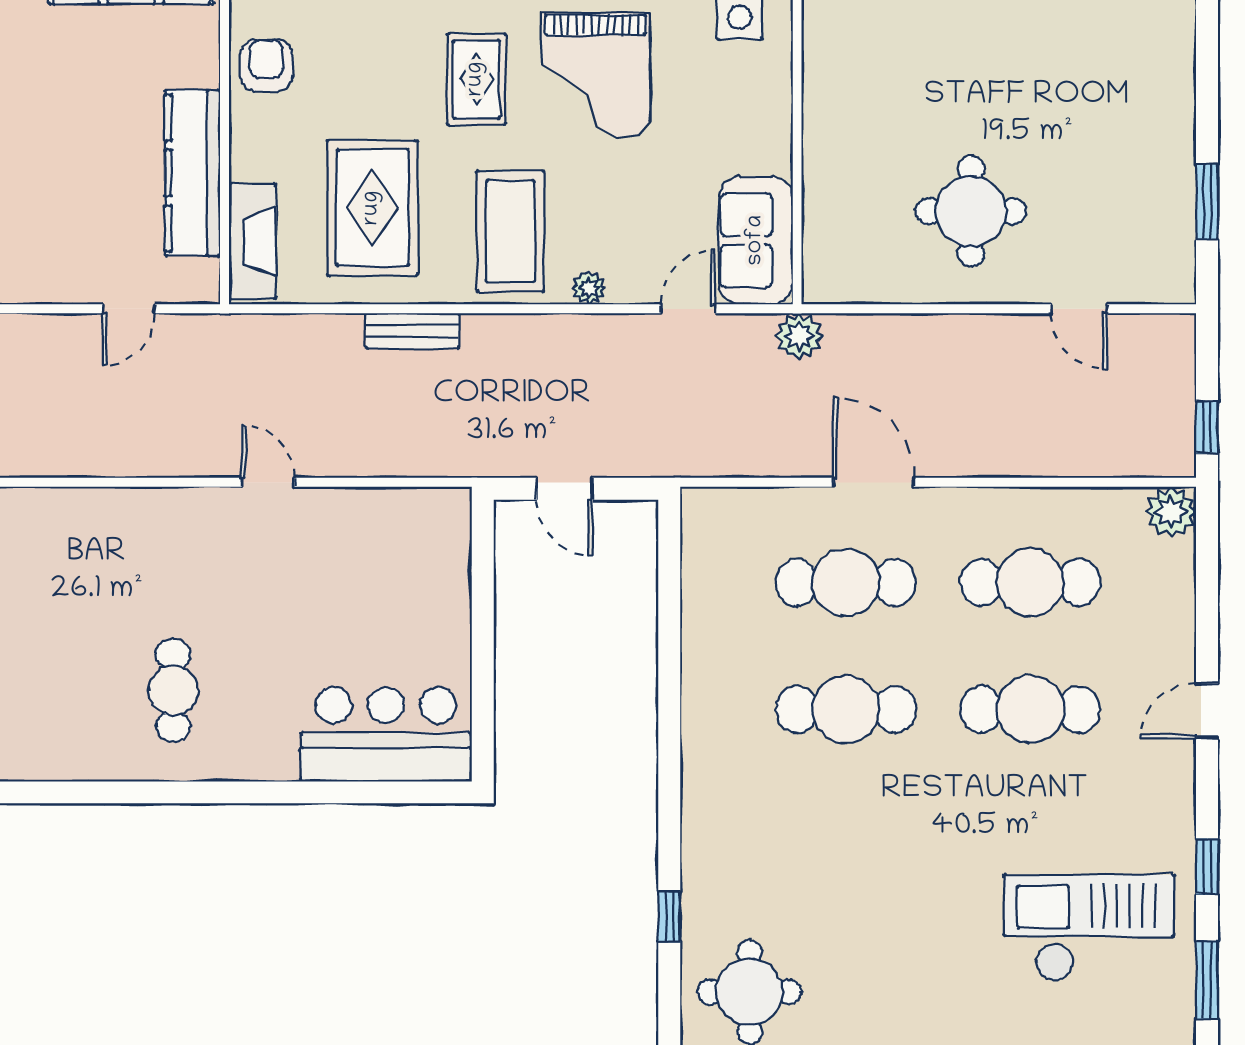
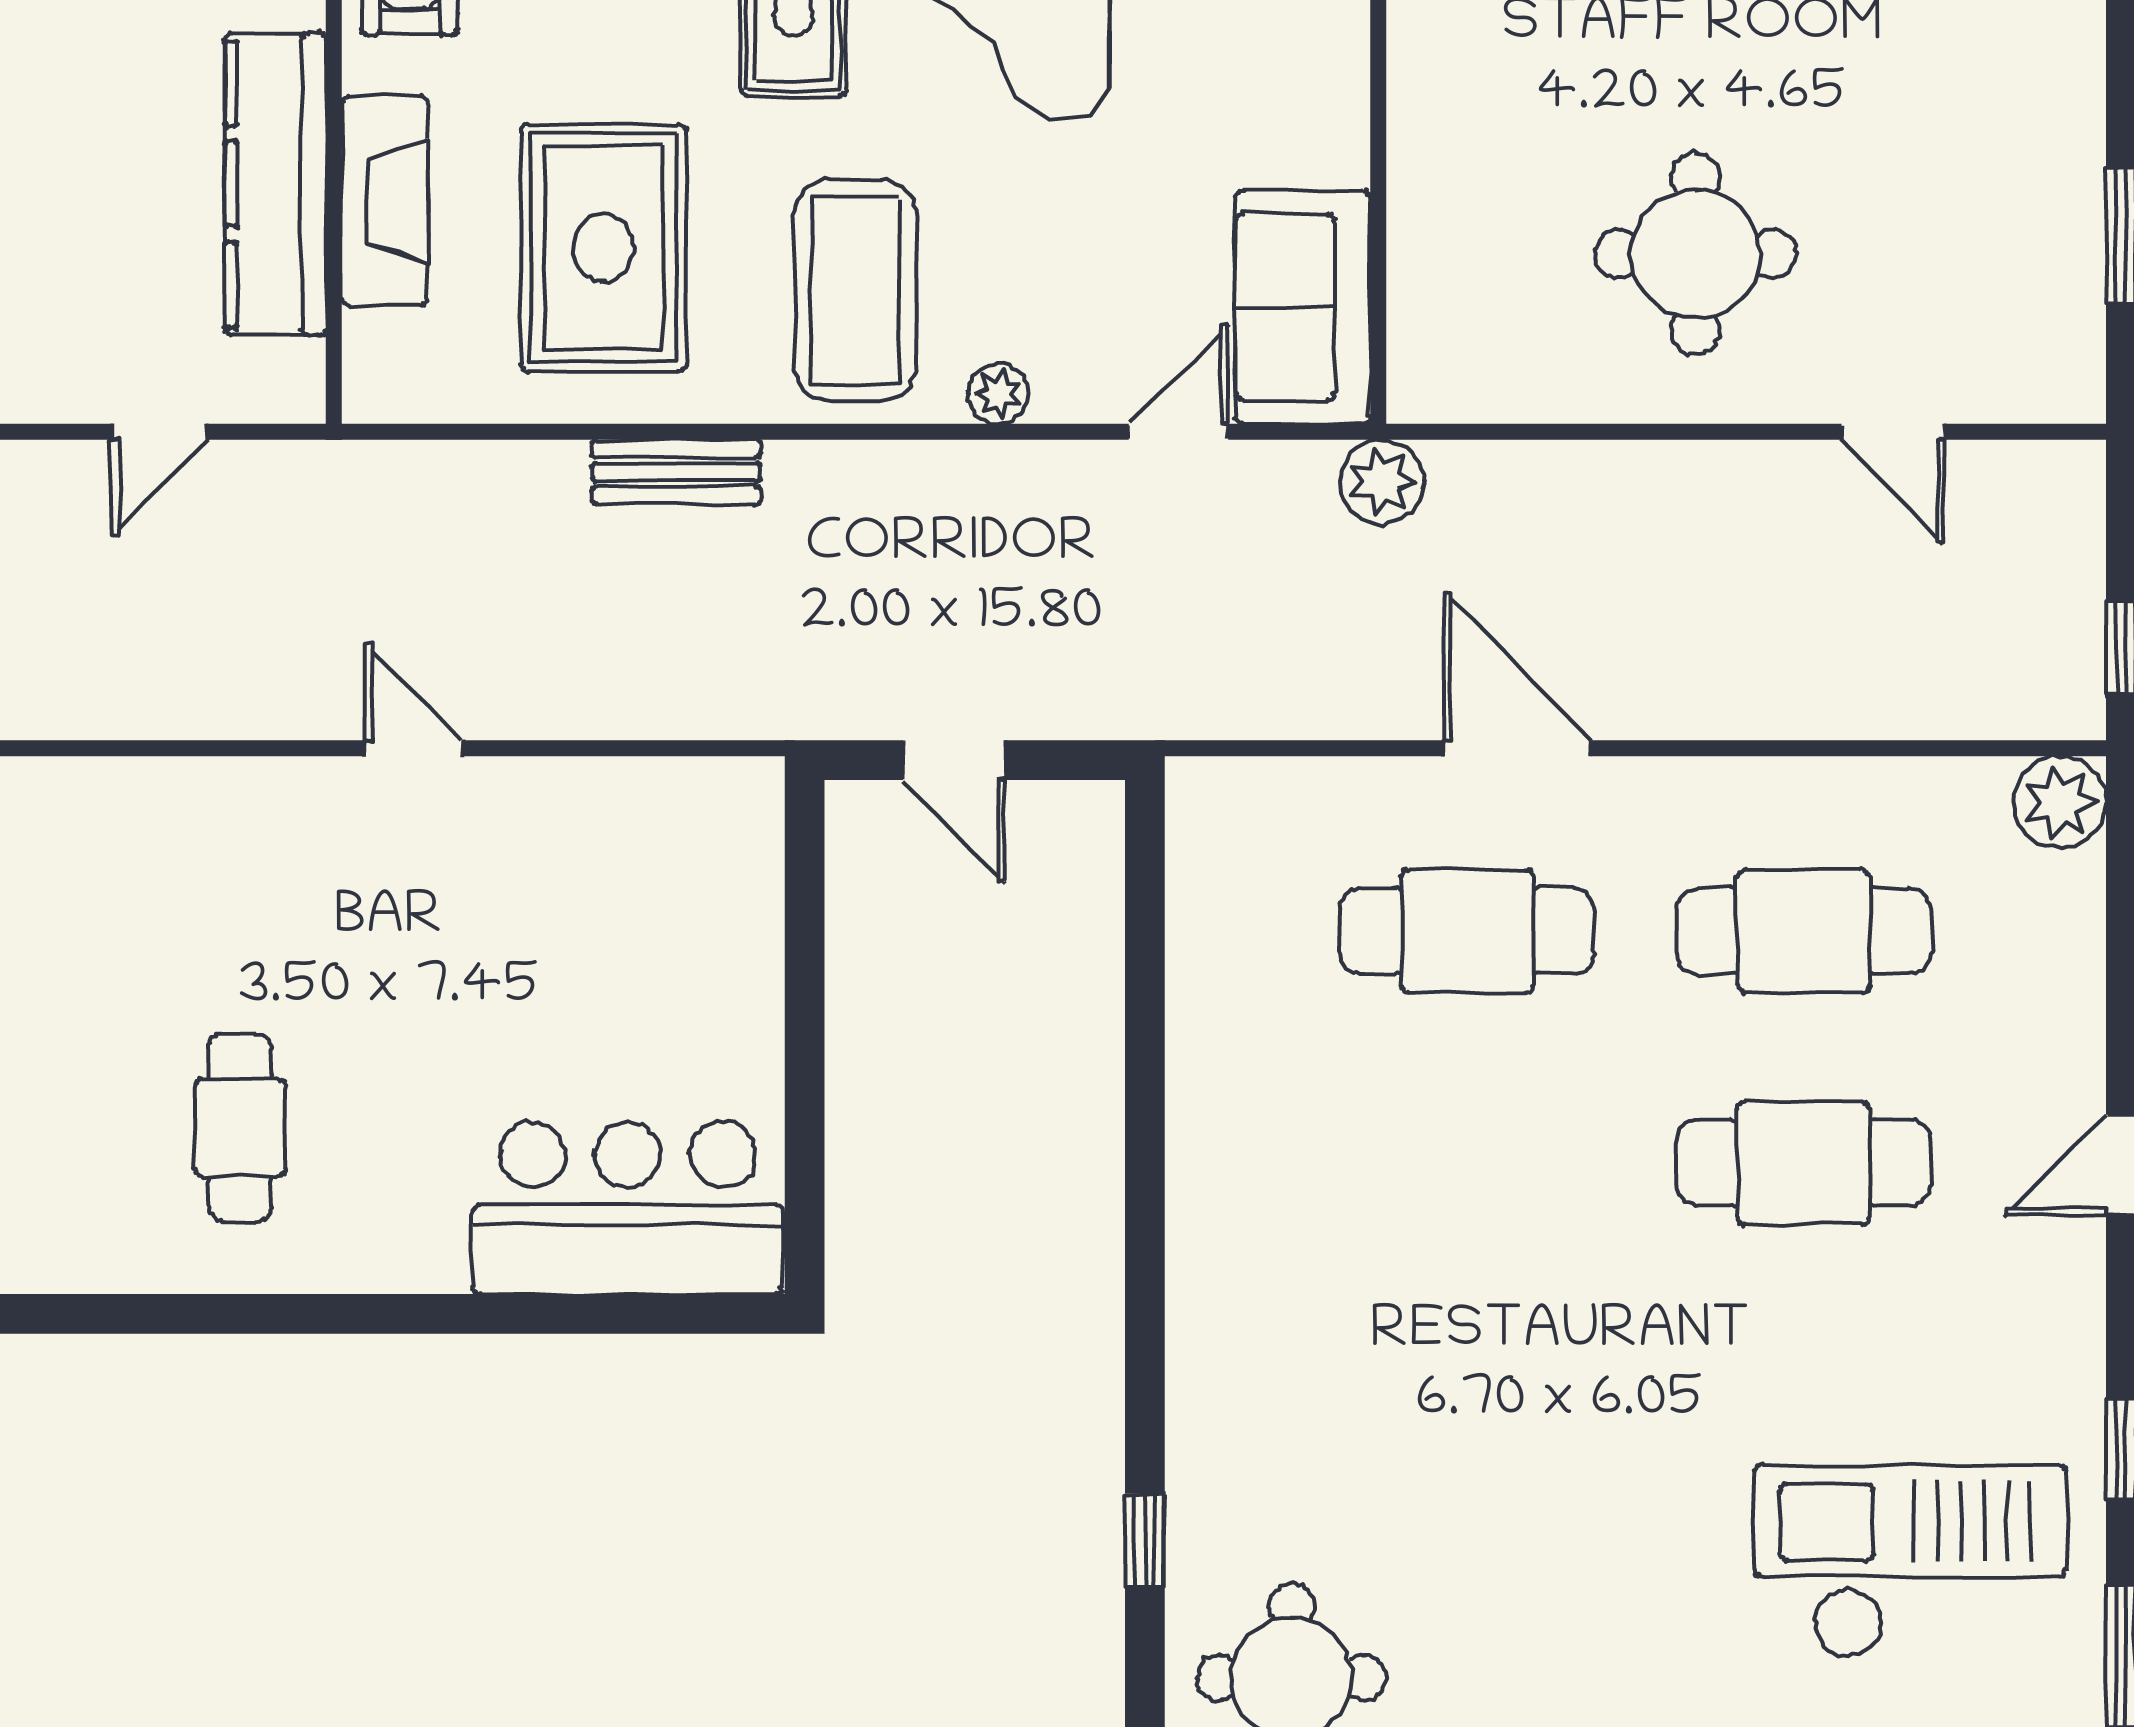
fireplace: (253, 241) -> (385, 201), moved
cafe table: (846, 709) -> (1467, 1163), removed

